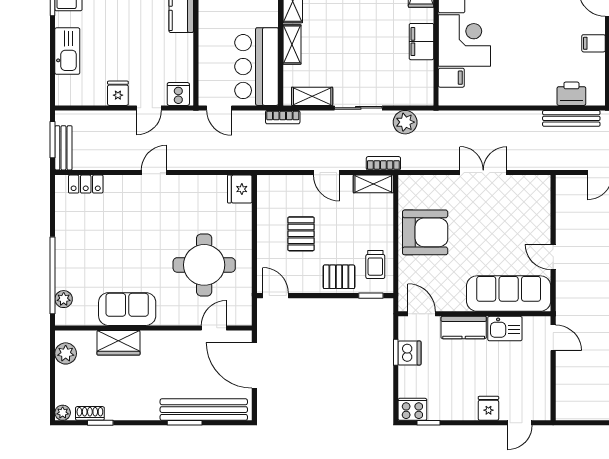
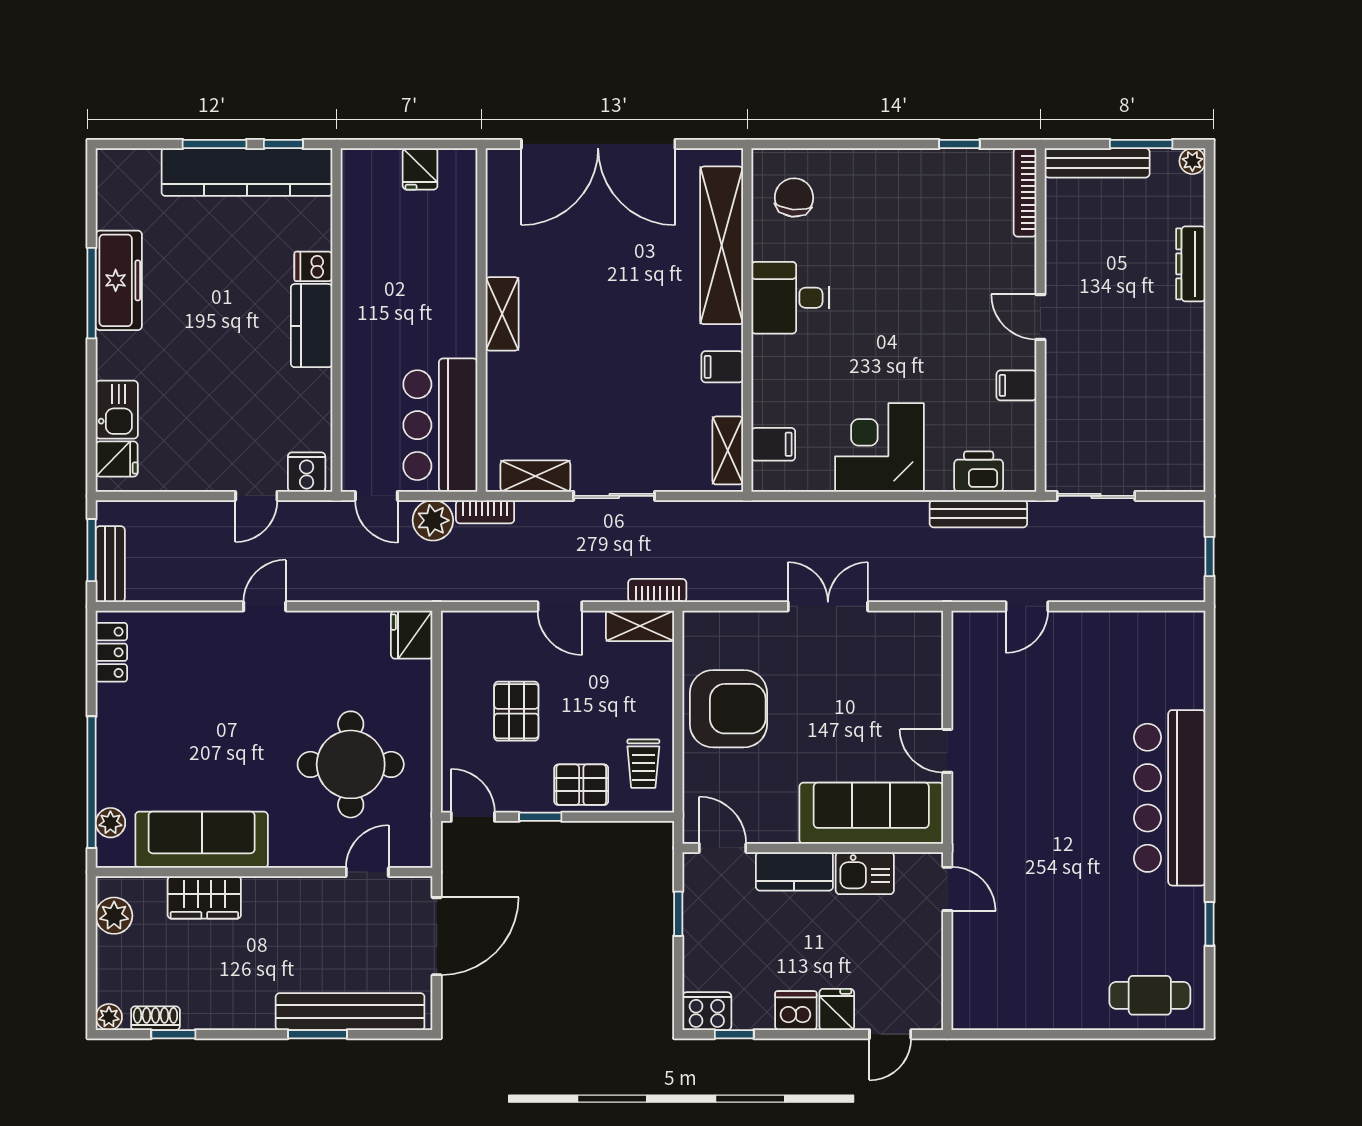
corner desk: (464, 41) -> (879, 447), moved, turned -90
filing cabinet: (421, 42) -> (722, 367), width x0.50
shelving: (292, 44) -> (728, 450), moved
kitchen sink: (67, 51) -> (117, 410), width x0.73
fridge: (118, 93) -> (117, 459), moved, turned 90
plant: (405, 122) -> (433, 520), moved
locker: (86, 184) -> (111, 652), moved, turned -90
window: (371, 296) -> (540, 817), moved
sofa: (127, 309) -> (202, 840), width x1.36
dishwasher: (409, 353) -> (796, 1011), moved, turned -90
door: (254, 365) -> (437, 936), swing flipped

